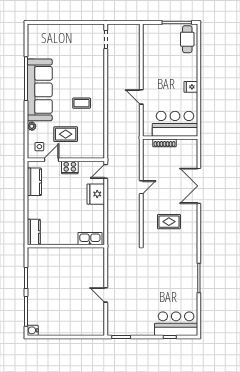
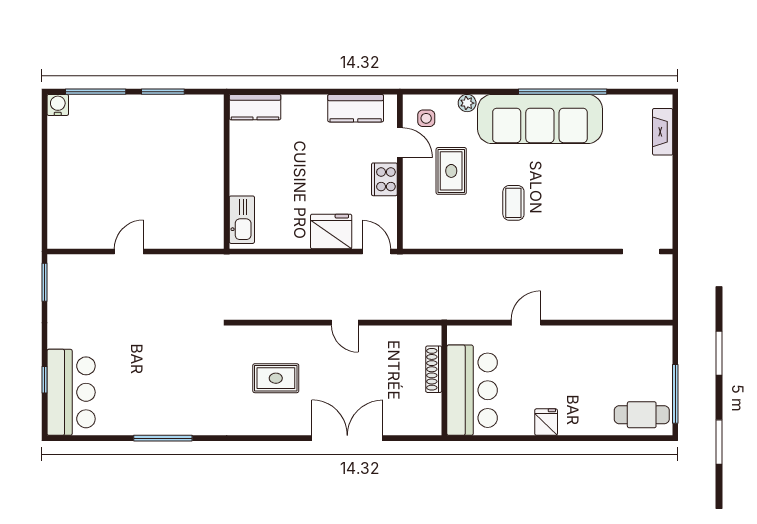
fireplace: (46, 29) -> (663, 132), added
rug: (169, 222) -> (276, 378), turned 90

